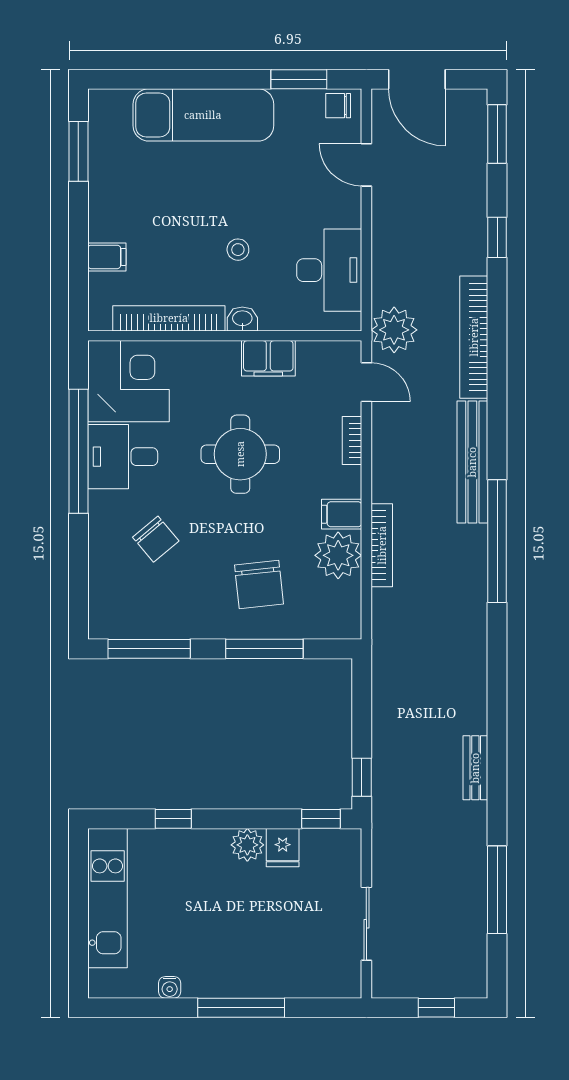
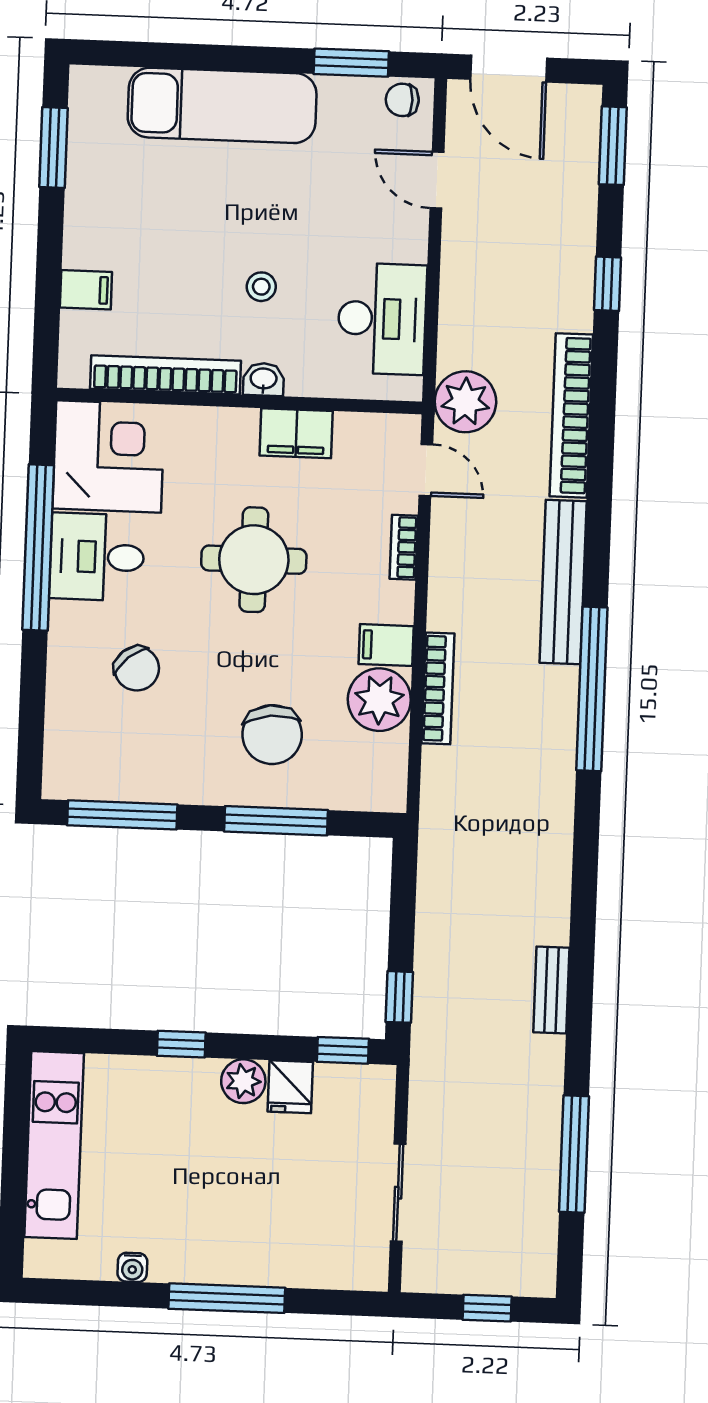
window: (173, 819) -> (181, 1044), moved

